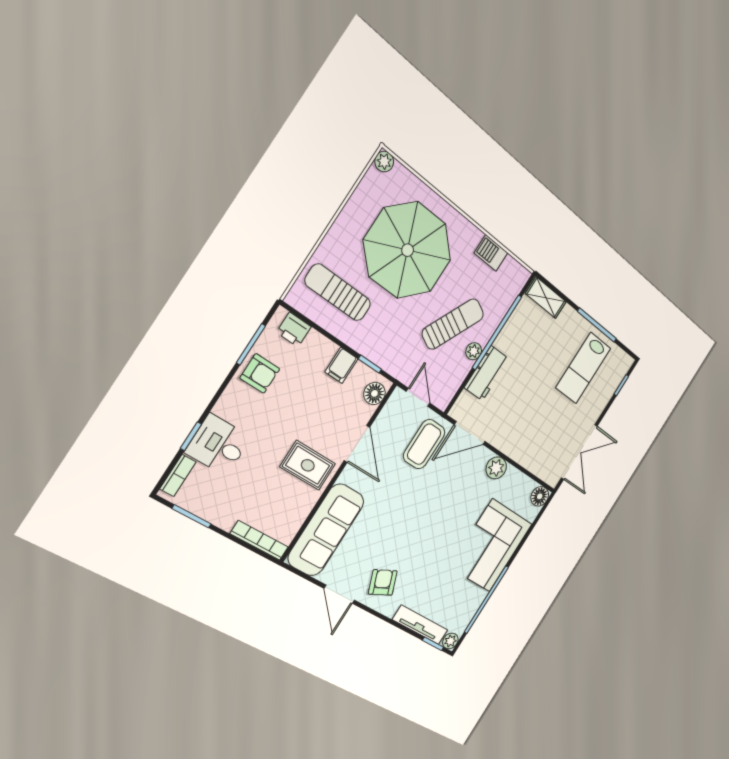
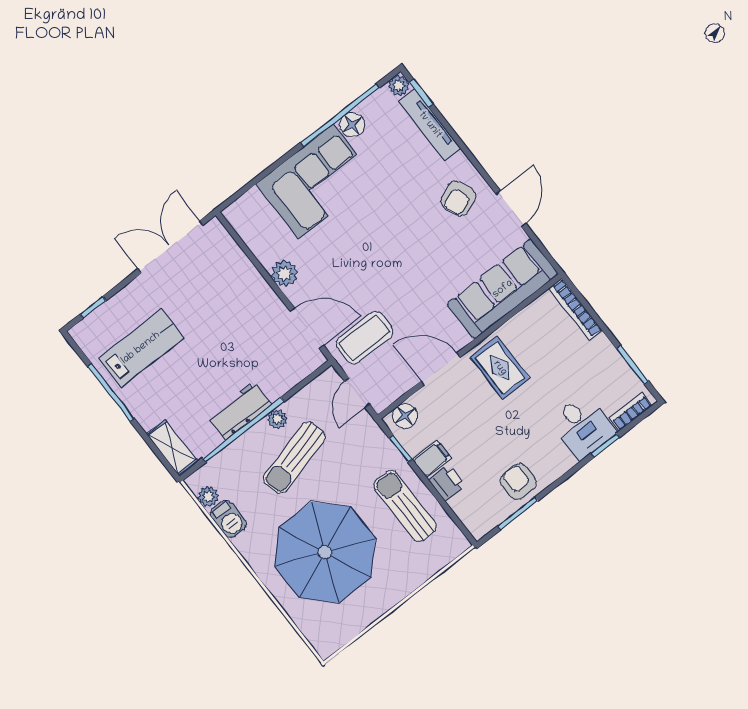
plant: (384, 162) -> (208, 497), moved
sun lounger: (338, 292) -> (405, 506), moved, turned 180
sun lounger: (453, 324) -> (294, 458), turned -42
printer: (294, 330) -> (447, 483), moved
workbench: (487, 373) -> (240, 411), moved
door: (357, 444) -> (441, 369), hinge flipped
floor lamp: (540, 496) -> (352, 125), moved

